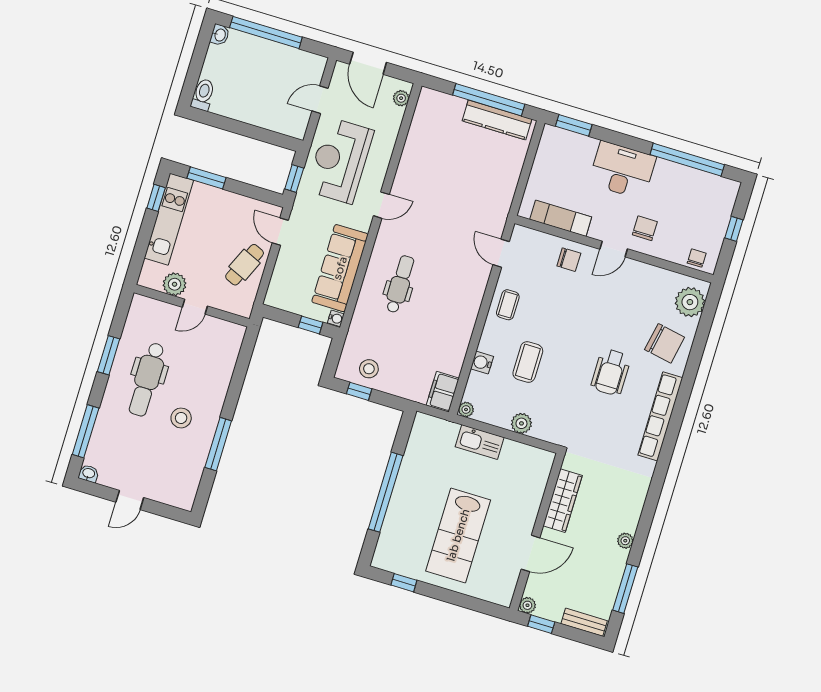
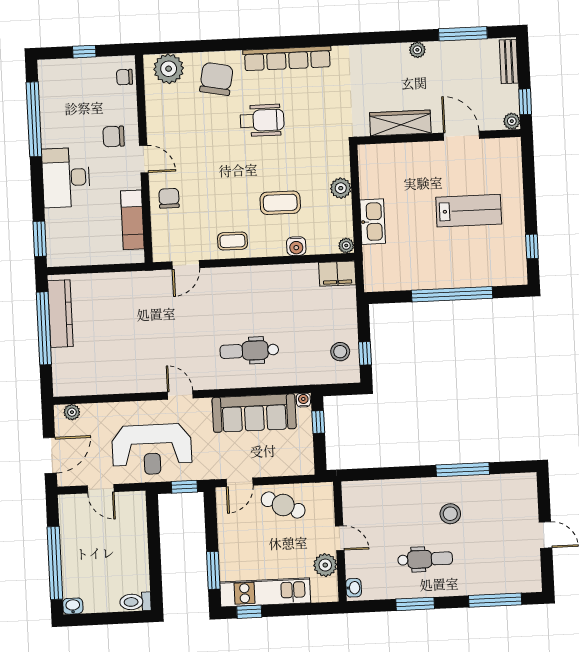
dental chair: (147, 379) -> (425, 559), width x0.73, depth x0.72
washbasin: (89, 474) -> (354, 588), moved, turned 180
lab bench: (458, 535) -> (469, 211), width x0.73, depth x0.72

